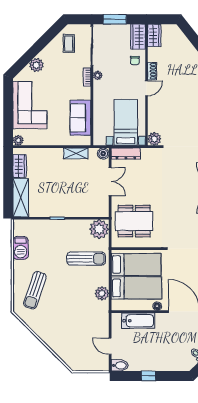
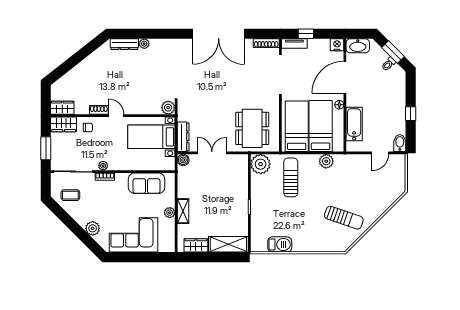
plant: (18, 140) -> (170, 213), moved
shelving: (76, 153) -> (183, 211), moved
sun lounger: (35, 290) -> (344, 218), moved

